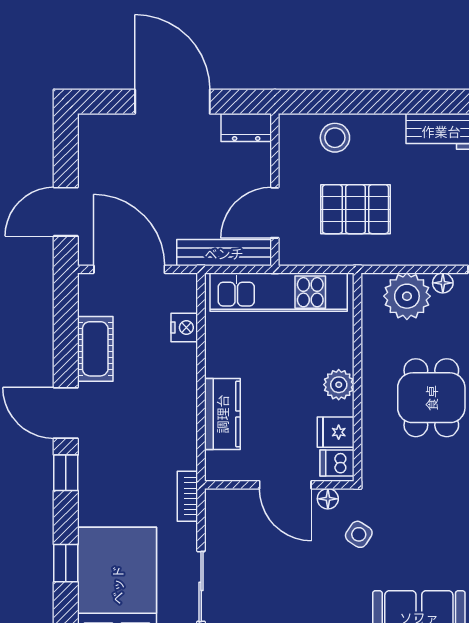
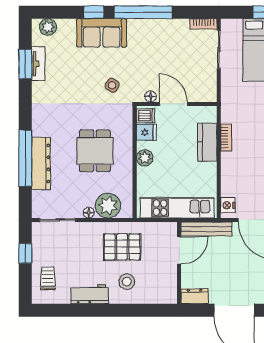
stool: (335, 138) -> (127, 282), moved
pallet: (355, 209) -> (122, 247), moved
nightstand: (184, 328) -> (228, 205), moved
bookcase: (187, 496) -> (226, 137), moved
side table: (359, 534) -> (112, 85), moved

